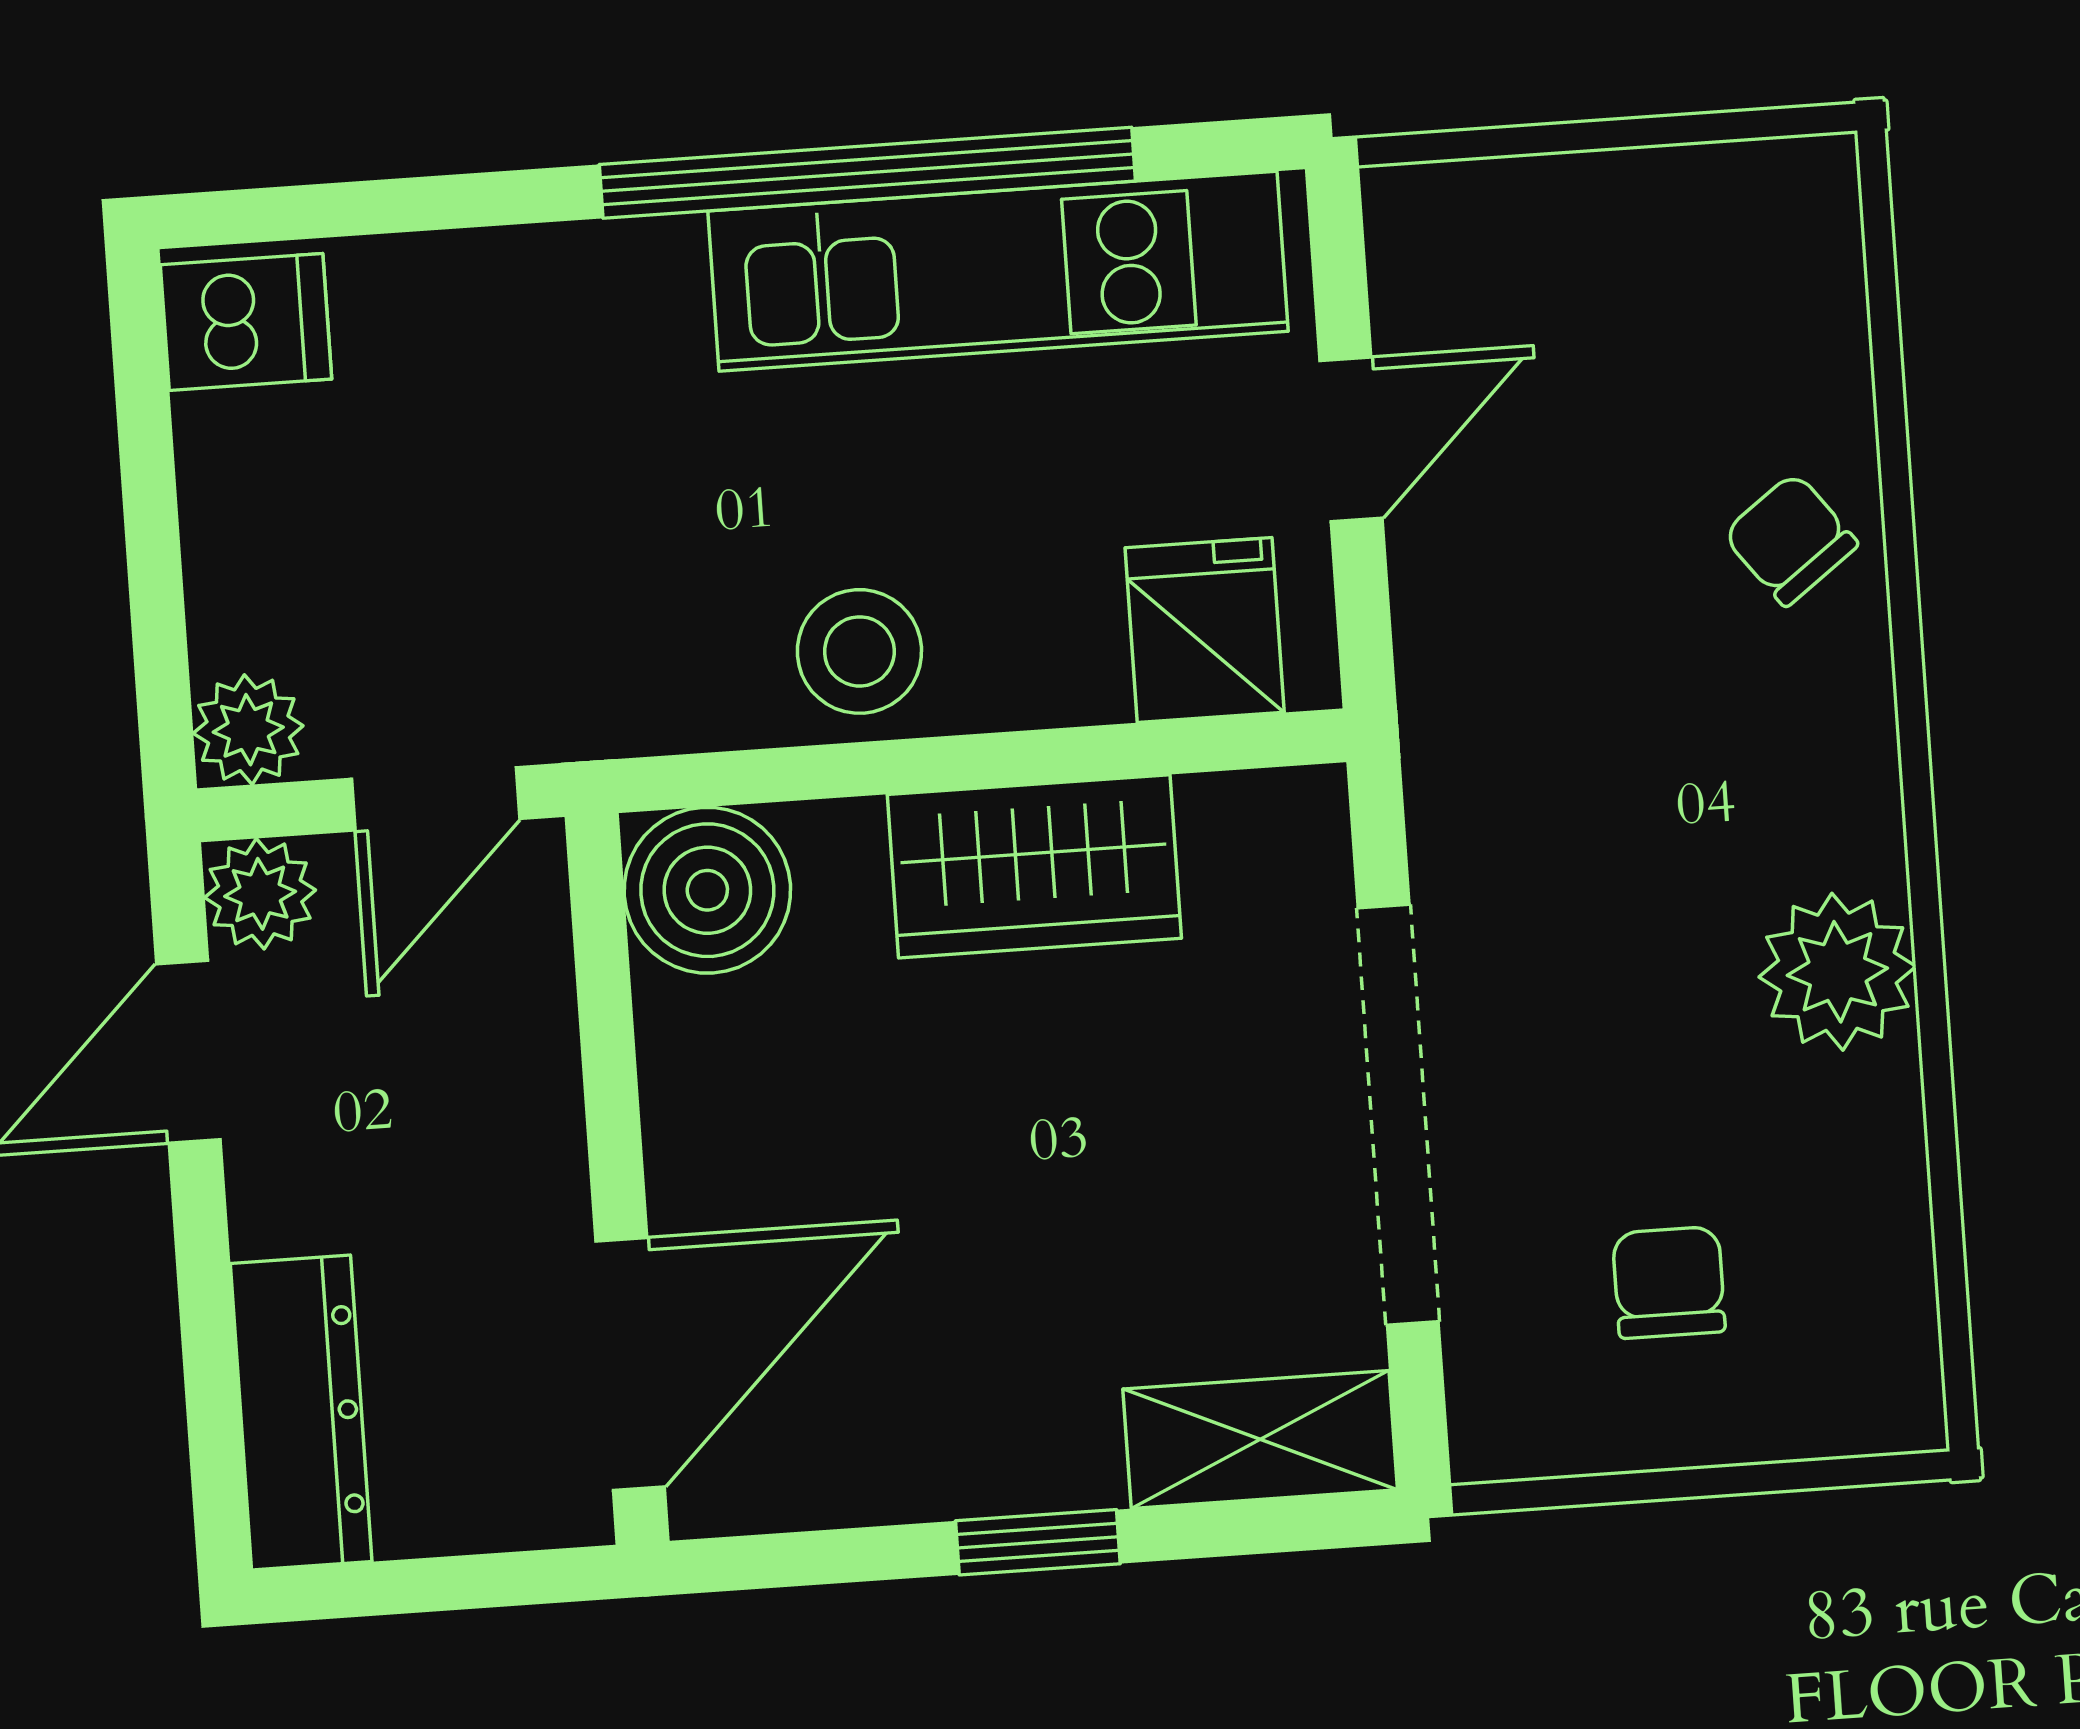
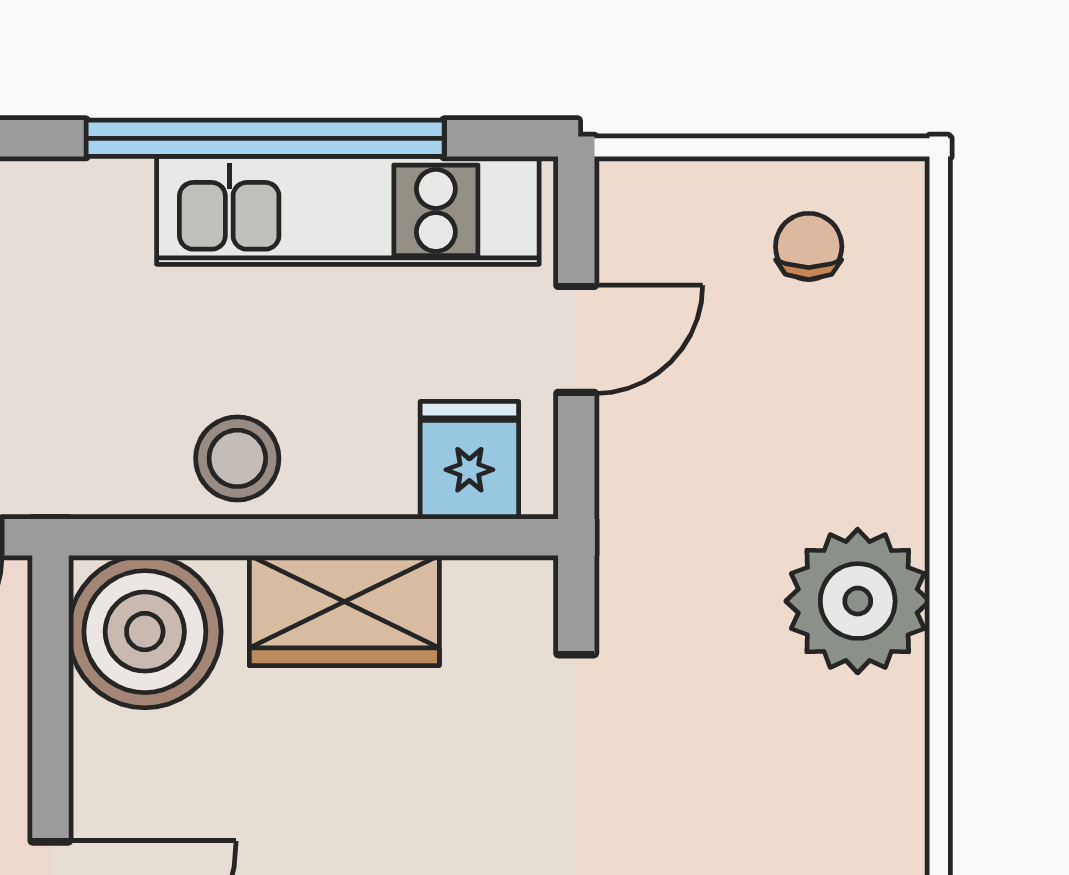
chair: (1790, 539) -> (809, 246), moved, turned 37
boiler: (707, 890) -> (145, 632), width x1.37, depth x1.37
plant: (1837, 972) -> (858, 601), moved, width x1.36, depth x1.36

